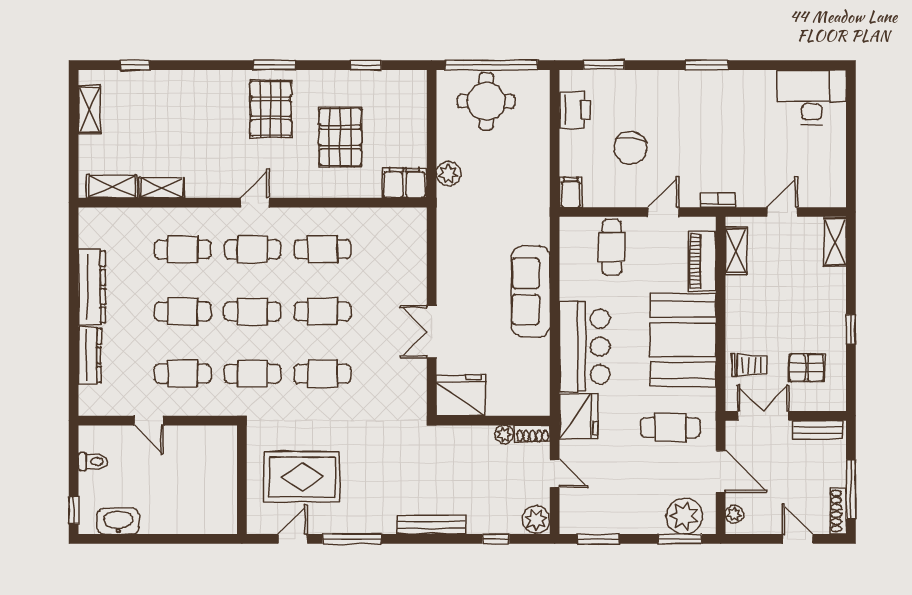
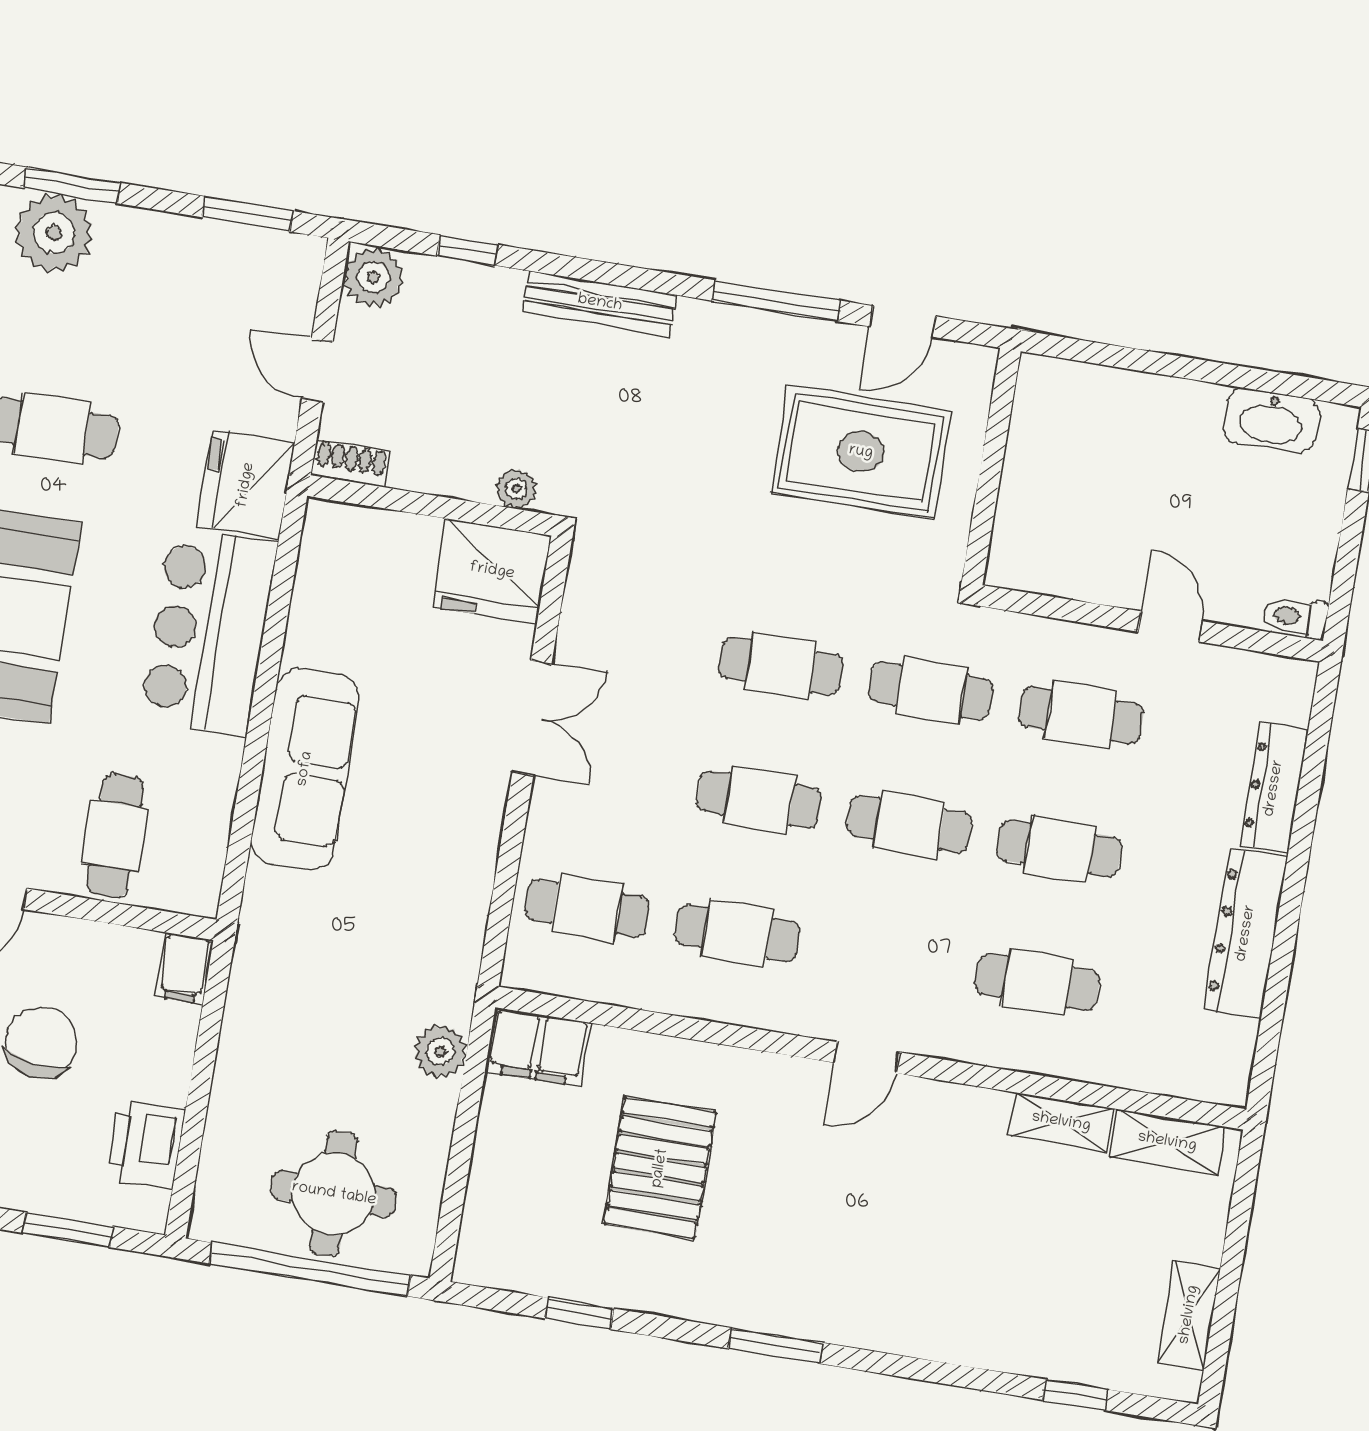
pallet: (271, 109) -> (799, 1254), removed
cafe table: (253, 249) -> (587, 908), moved
plant: (504, 434) -> (516, 489), moved
toilet: (93, 462) -> (1295, 617), moved

